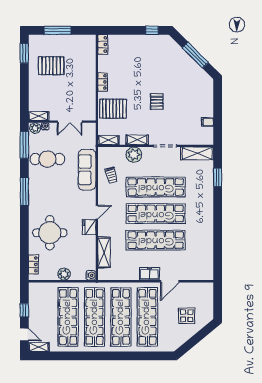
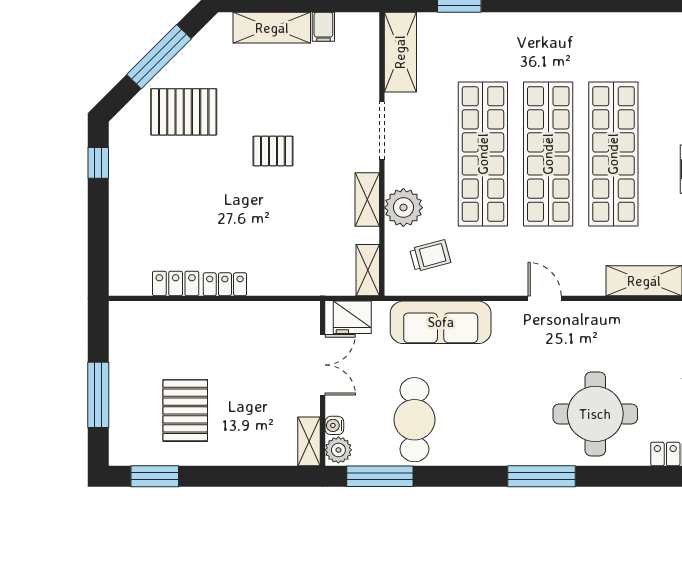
locker: (103, 44) -> (176, 283), moved
shelving: (207, 101) -> (272, 28), added
pallet: (113, 109) -> (184, 112), moved, turned 90
trolley: (111, 175) -> (430, 256), moved
window: (24, 192) -> (541, 476), moved
fridge: (89, 227) -> (352, 317), moved

